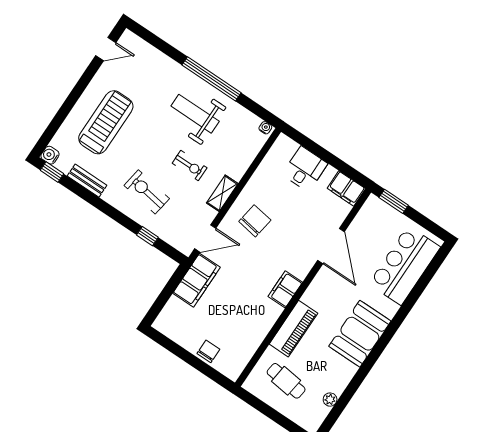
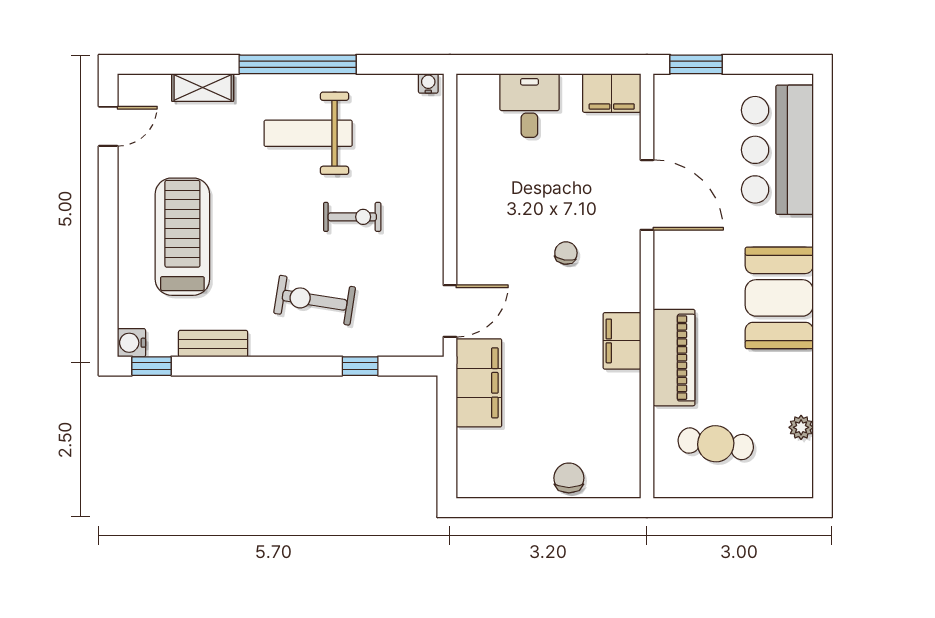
shelving: (222, 193) -> (203, 87), moved, turned 90
chair: (255, 221) -> (566, 253), moved, width x0.54, depth x0.54
filing cabinet: (285, 289) -> (622, 341), moved

